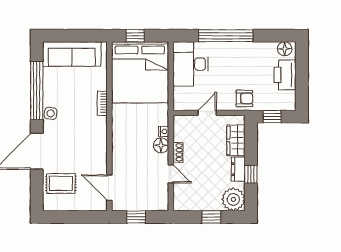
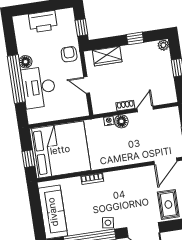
floor lamp: (285, 49) -> (26, 62), moved
desk: (191, 64) -> (39, 87), moved, turned 90
dresser: (238, 169) -> (132, 50), removed
plant: (233, 199) -> (163, 45), width x0.53, depth x0.53

